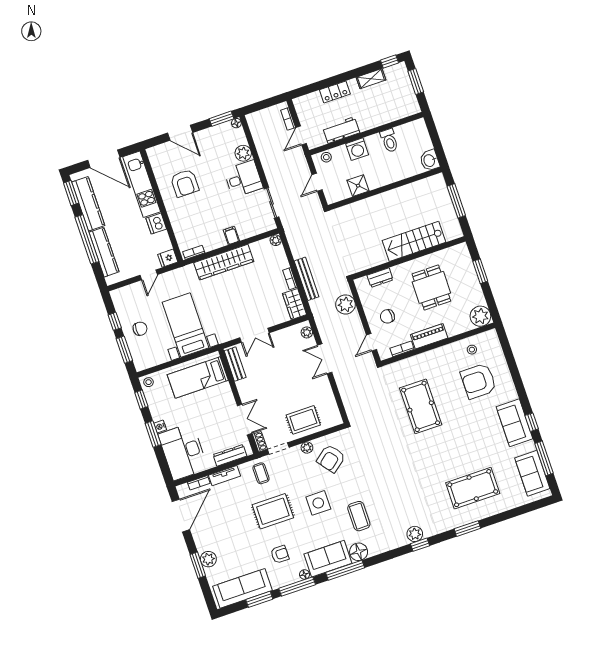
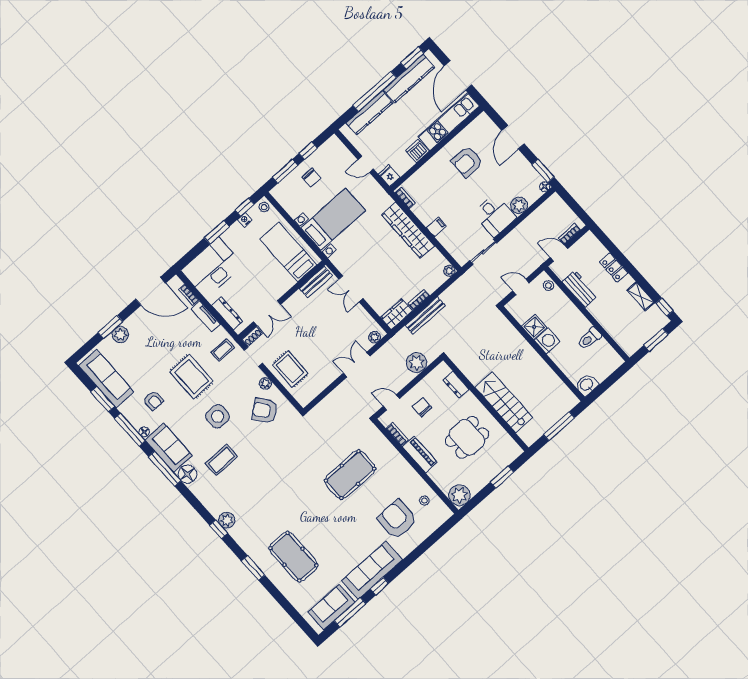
washing machine: (357, 149) -> (547, 341), moved, turned 180
sofa: (514, 423) -> (372, 570), width x1.36
nightstand: (160, 426) -> (245, 220), moved

